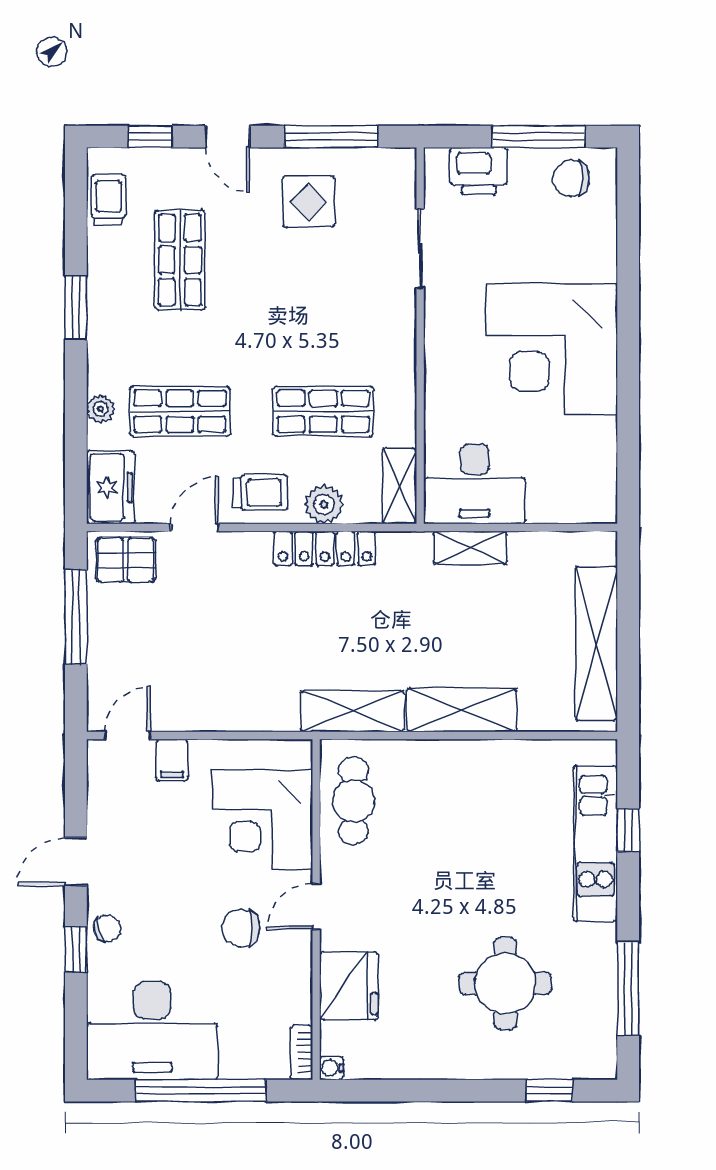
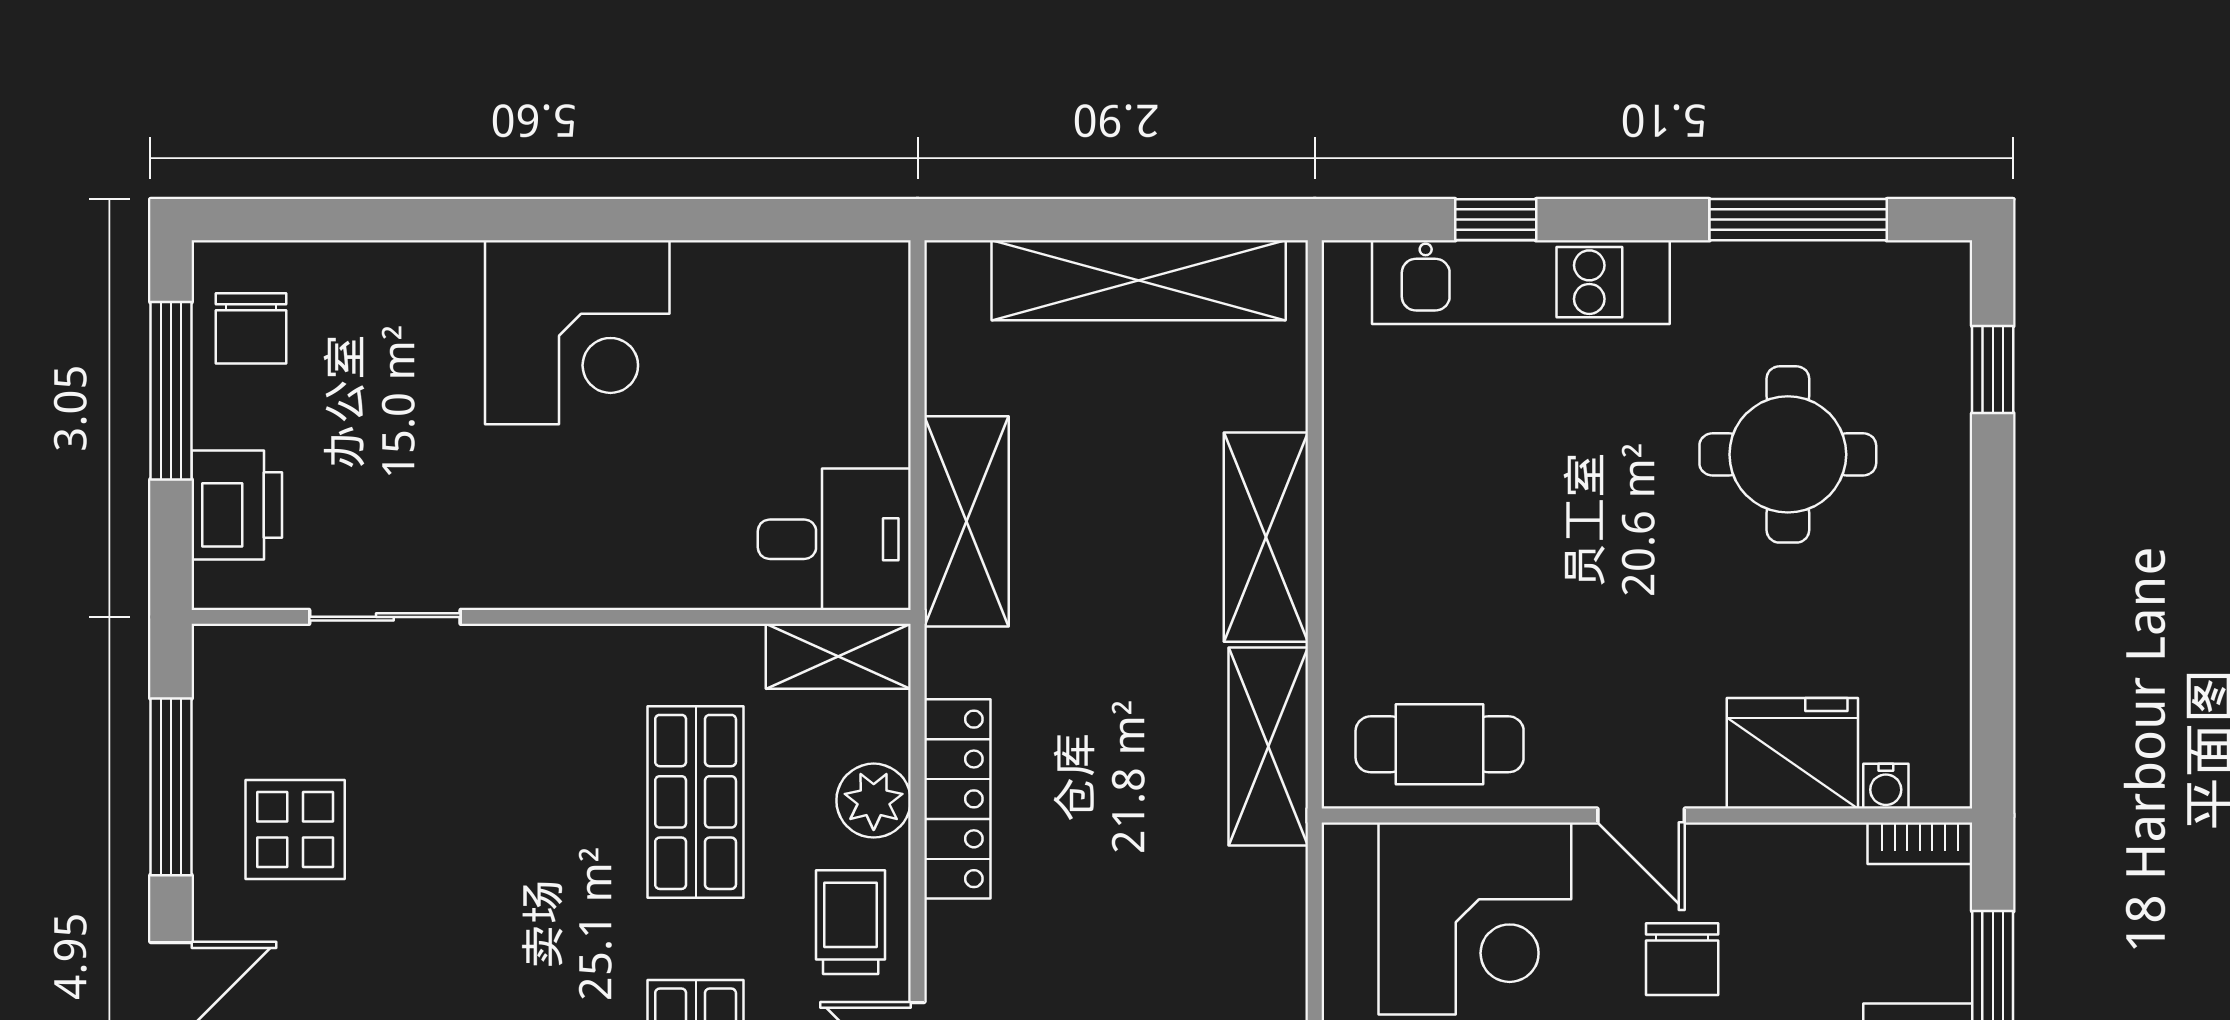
corner desk: (552, 349) -> (577, 332), width x0.74, depth x0.74
desk: (475, 484) -> (834, 539), width x0.73
shelving: (470, 548) -> (966, 521), width x1.50, depth x1.33
water cooler: (331, 1068) -> (1886, 786), moved

